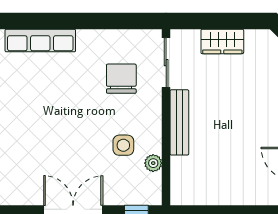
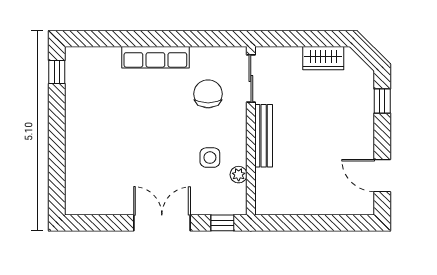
row of seats: (40, 41) -> (155, 57), moved
wardrobe: (222, 41) -> (323, 58), moved

